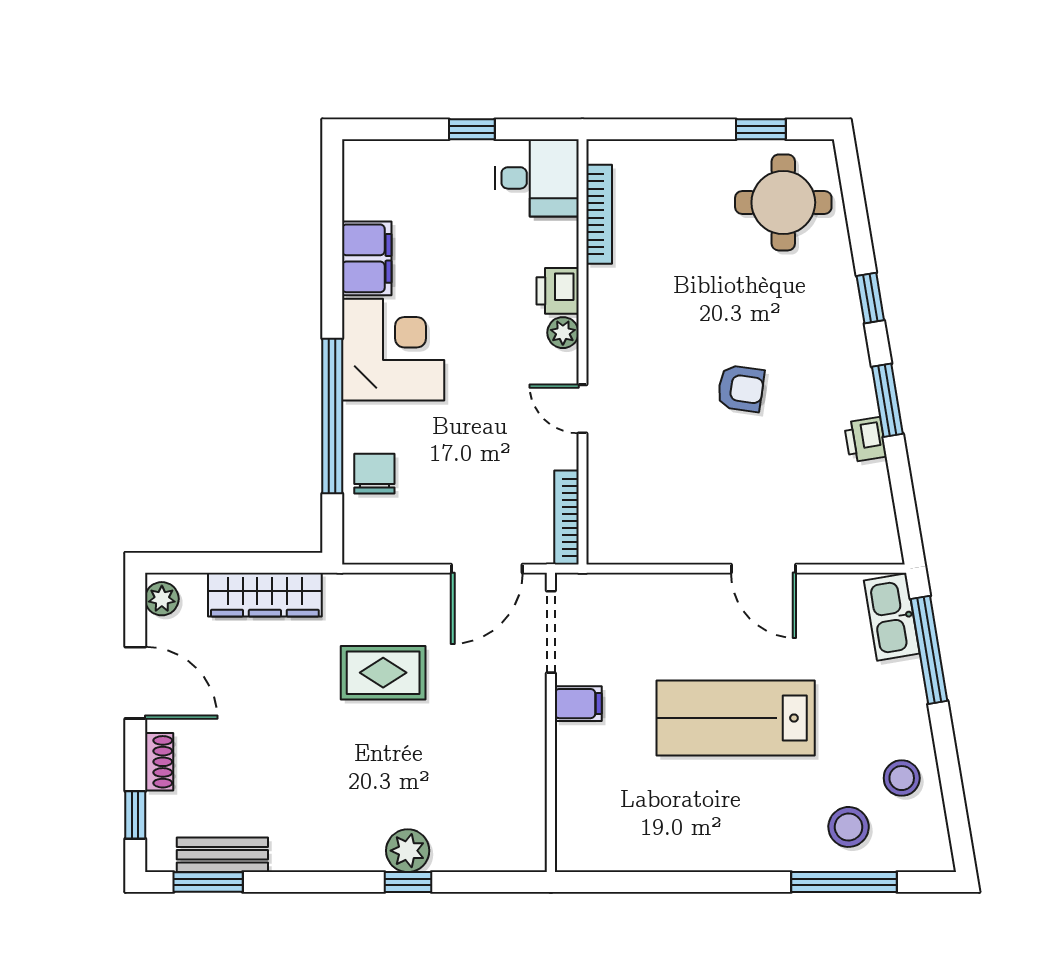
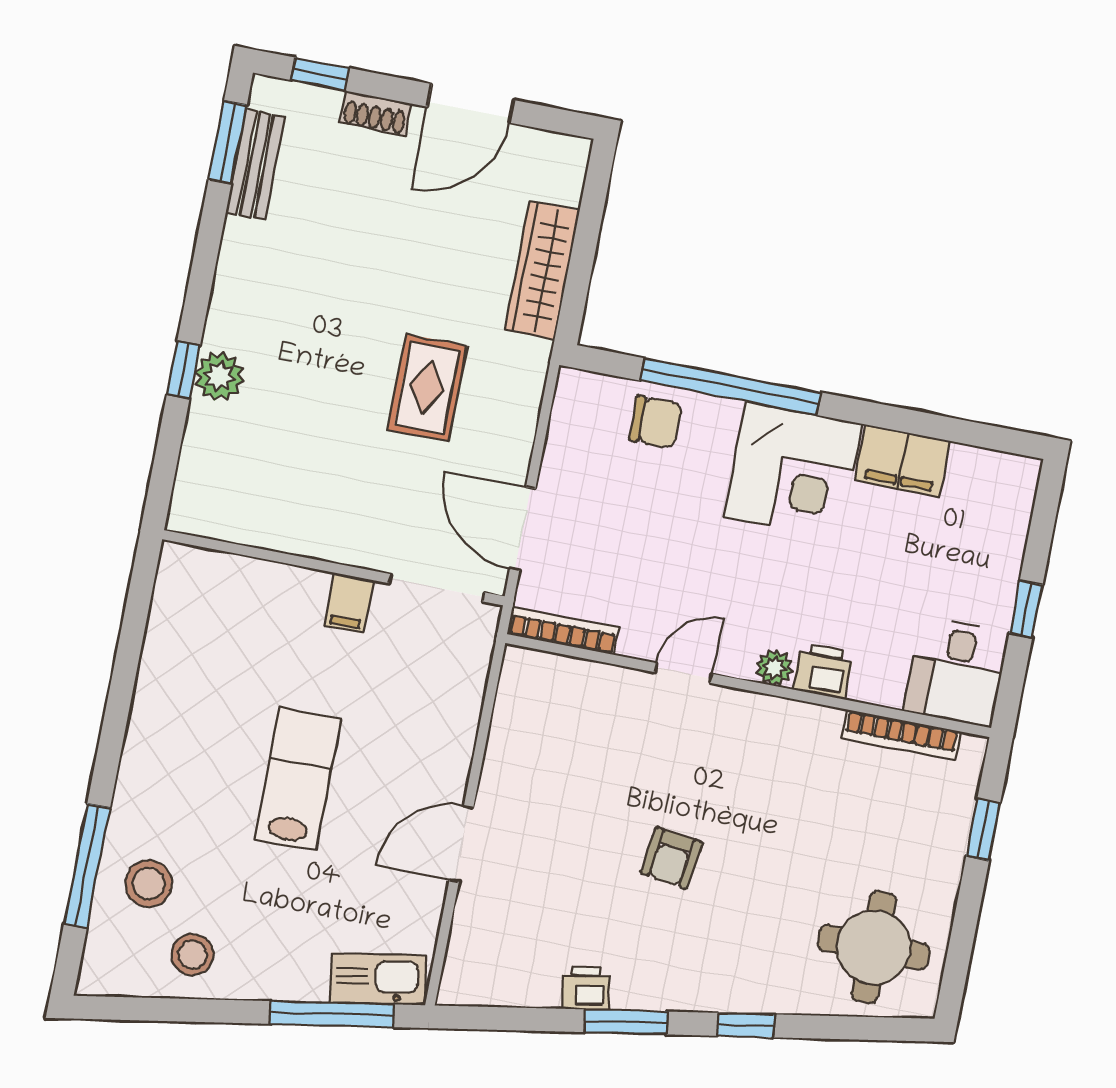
window: (761, 129) -> (983, 830), moved
plant: (162, 599) -> (560, 152), removed
lab bench: (736, 718) -> (298, 779), width x0.73, depth x0.72

